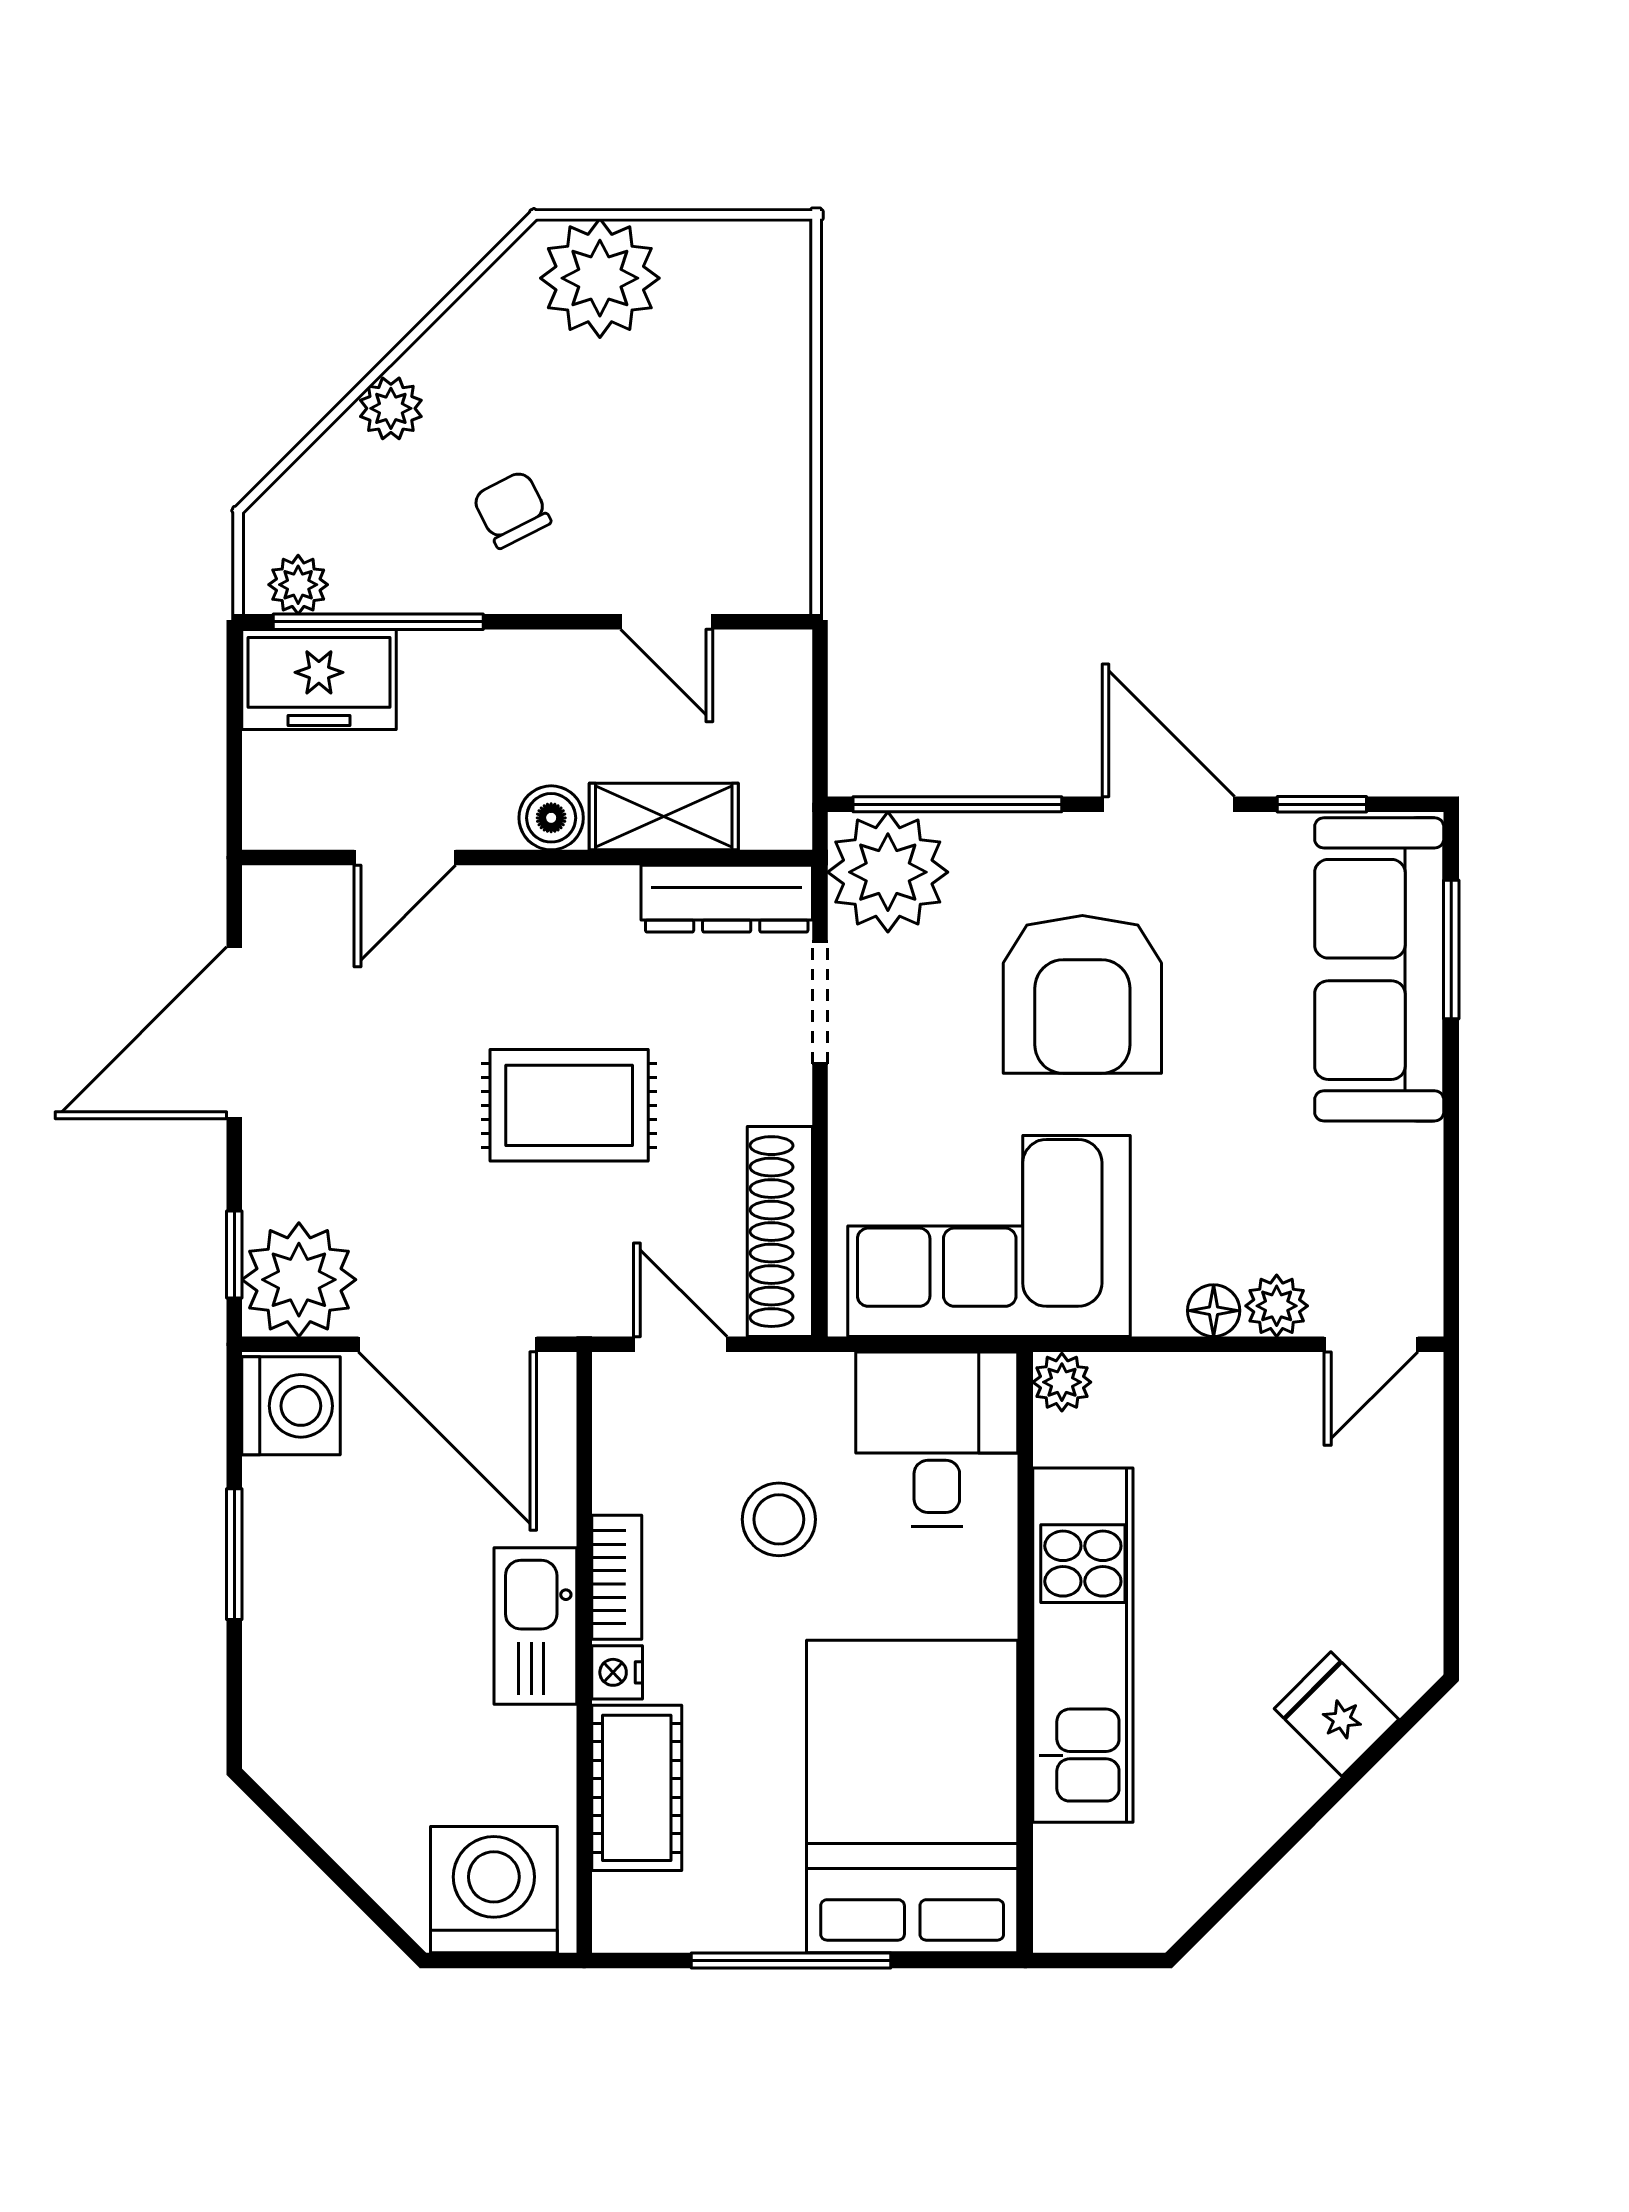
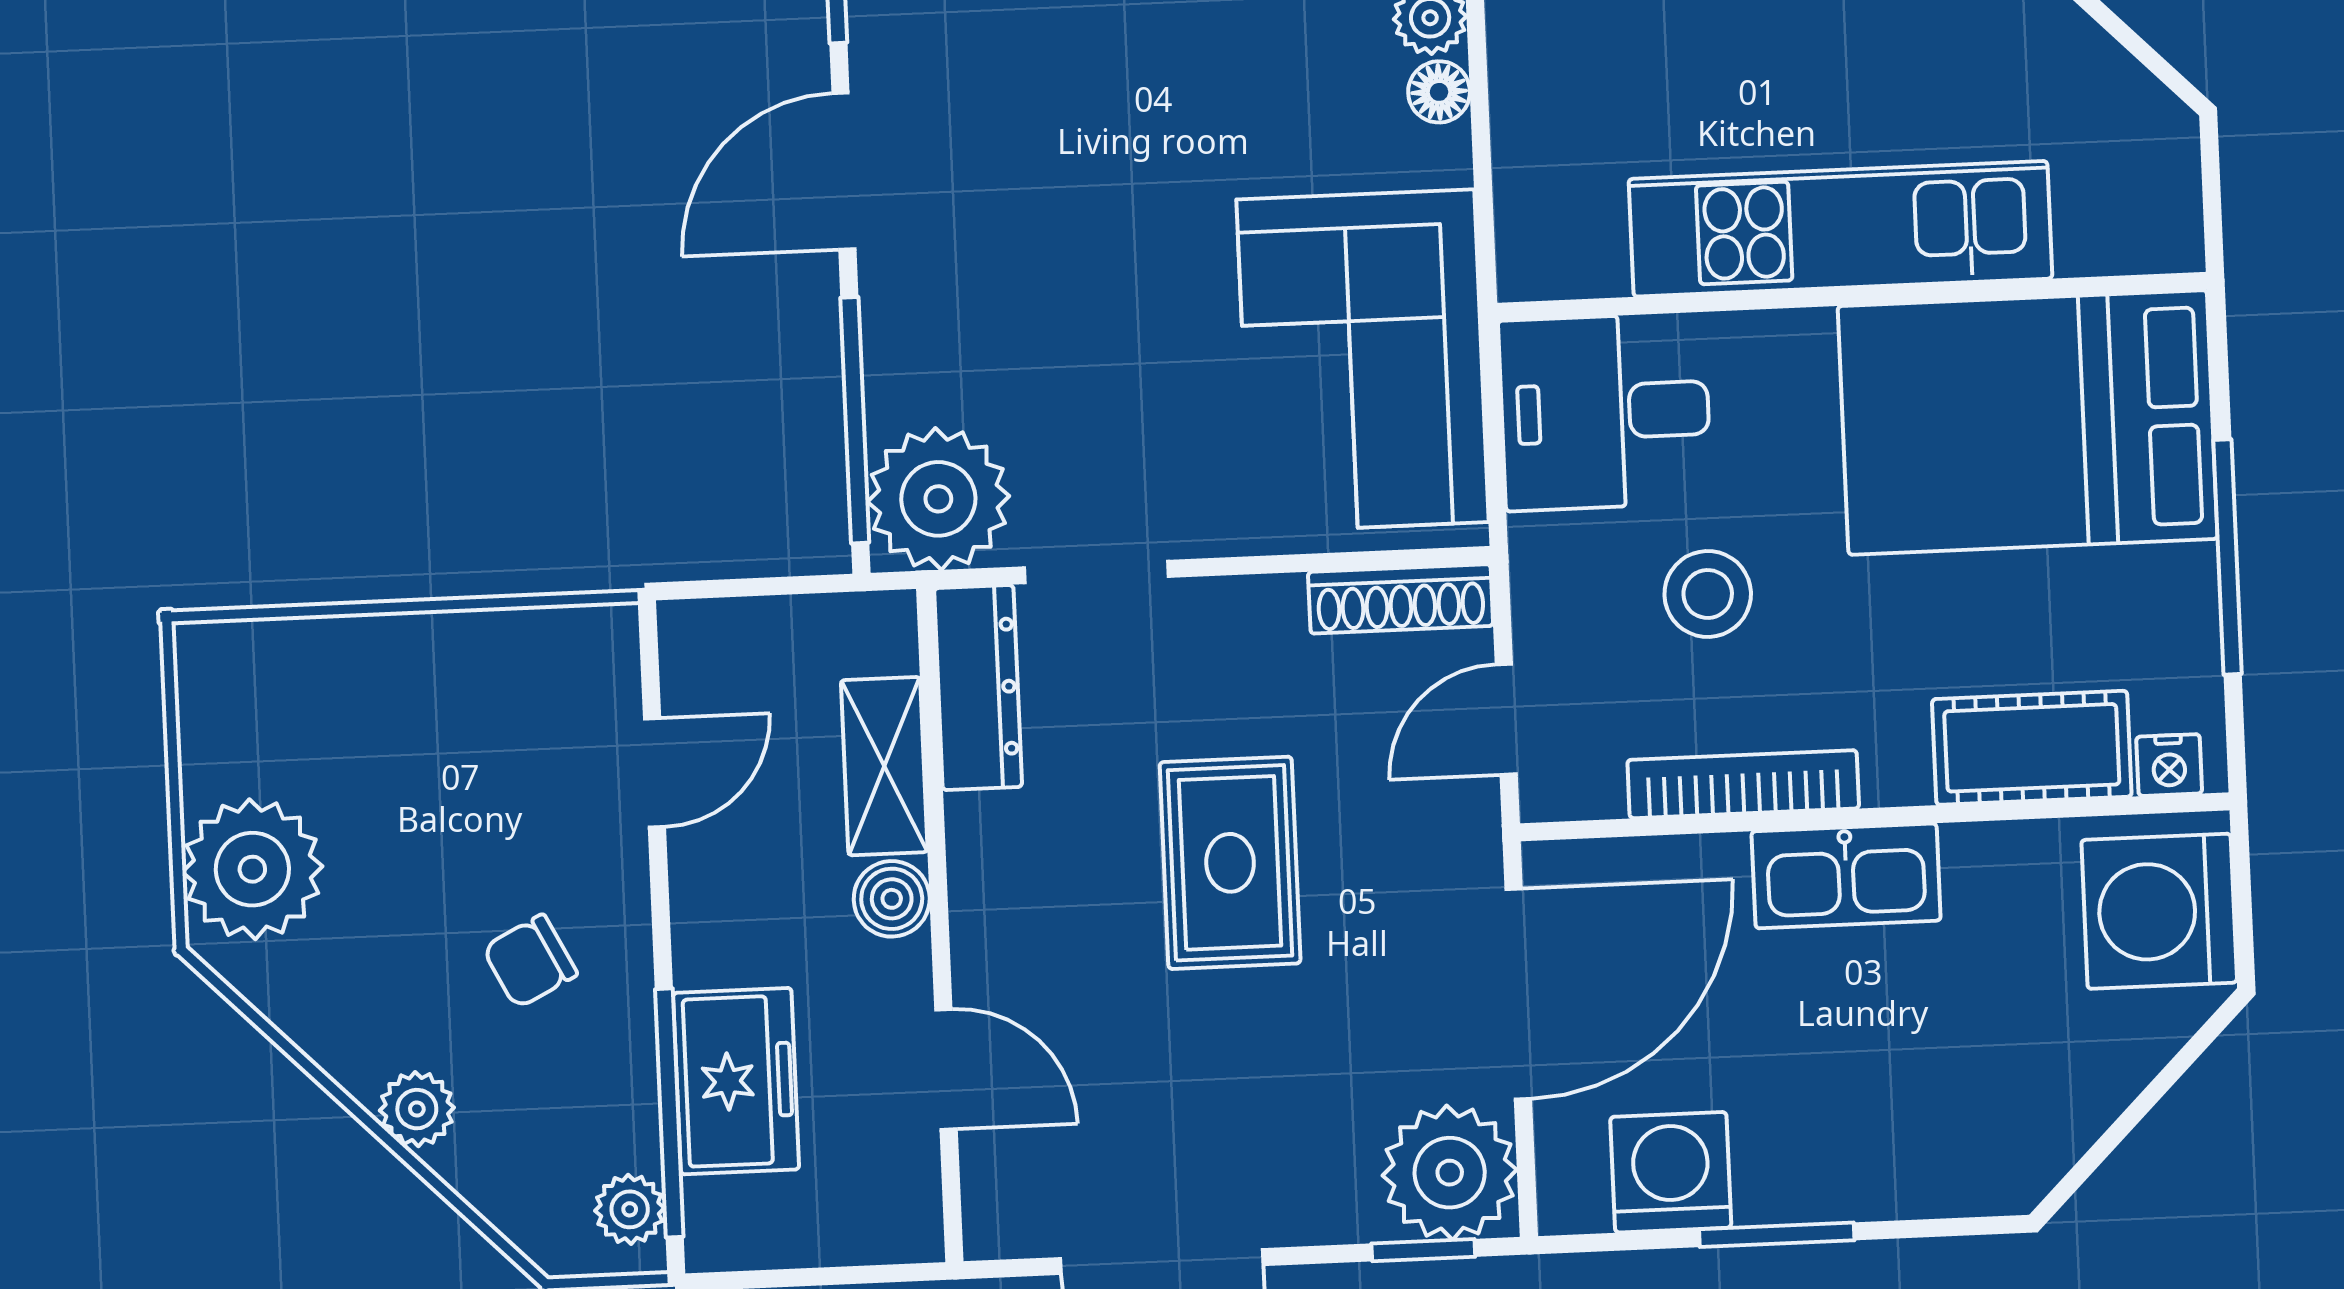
freezer: (319, 679) -> (736, 1081), moved
armchair: (1082, 994) -> (1073, 263), removed
shoe rack: (780, 1232) -> (1401, 599), width x0.74, depth x0.81
plant: (1062, 1382) -> (1531, 267), removed
washing machine: (291, 1406) -> (1671, 1172), moved
bookcase: (617, 1577) -> (1743, 784), width x1.56
nightstand: (617, 1672) -> (2169, 765), moved

